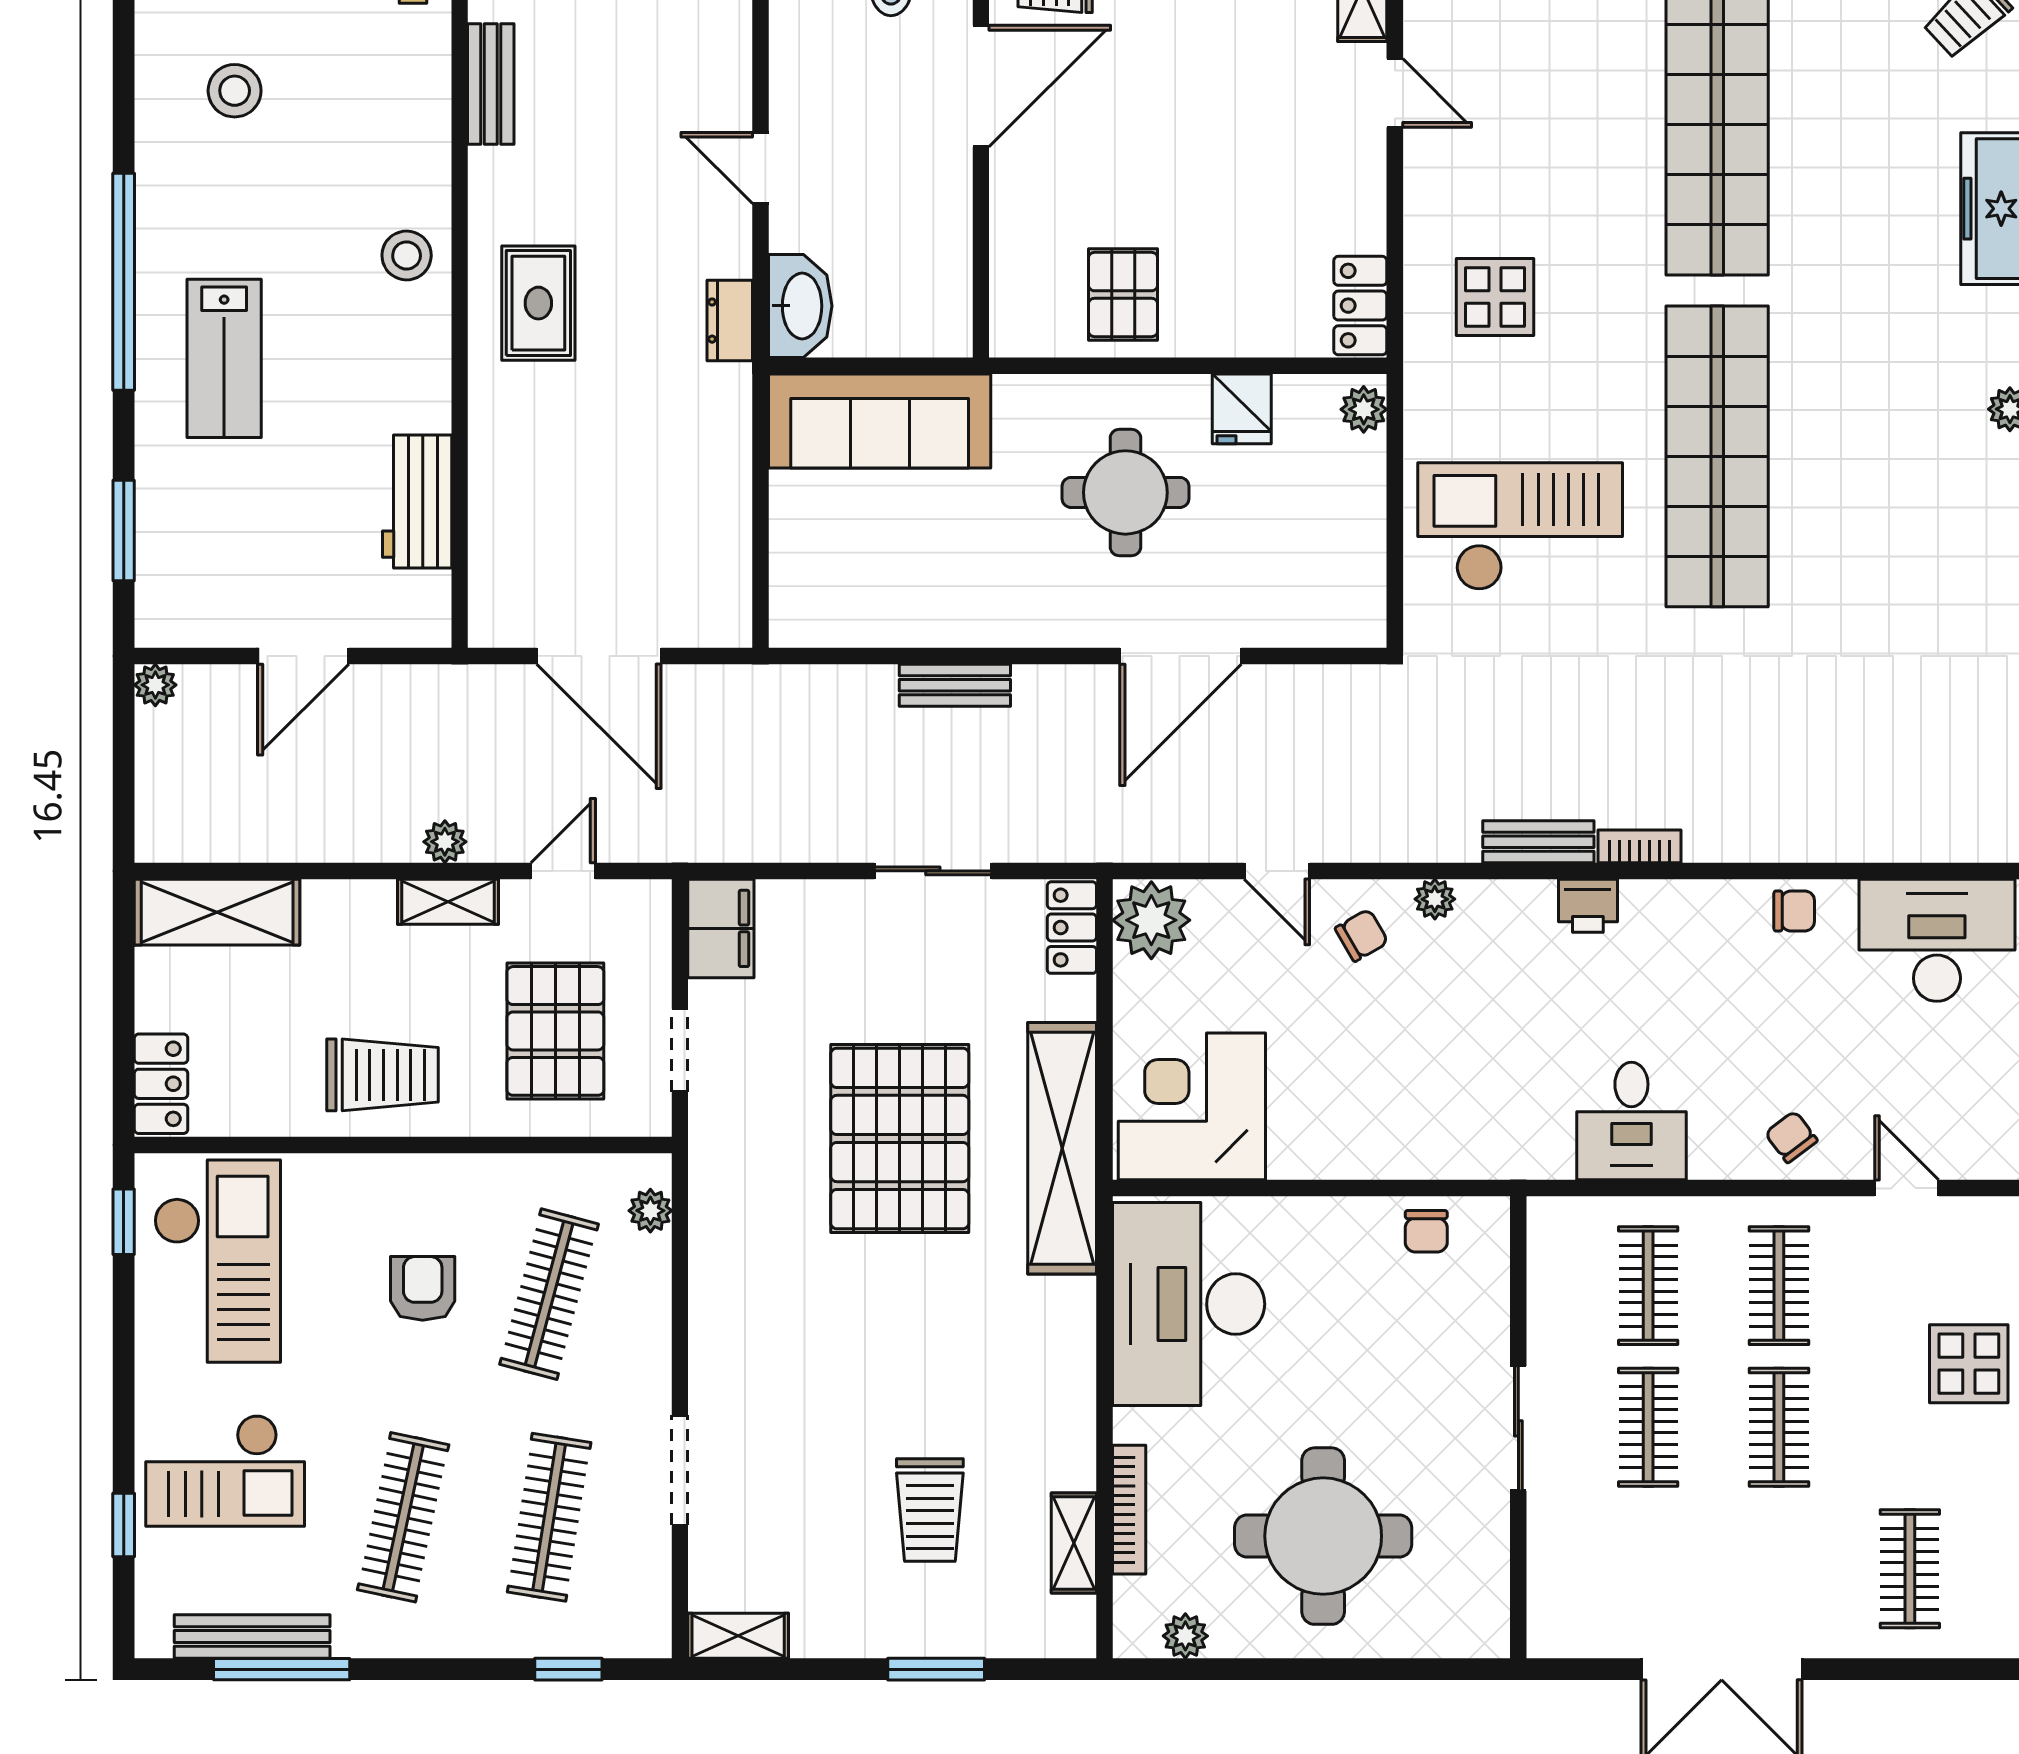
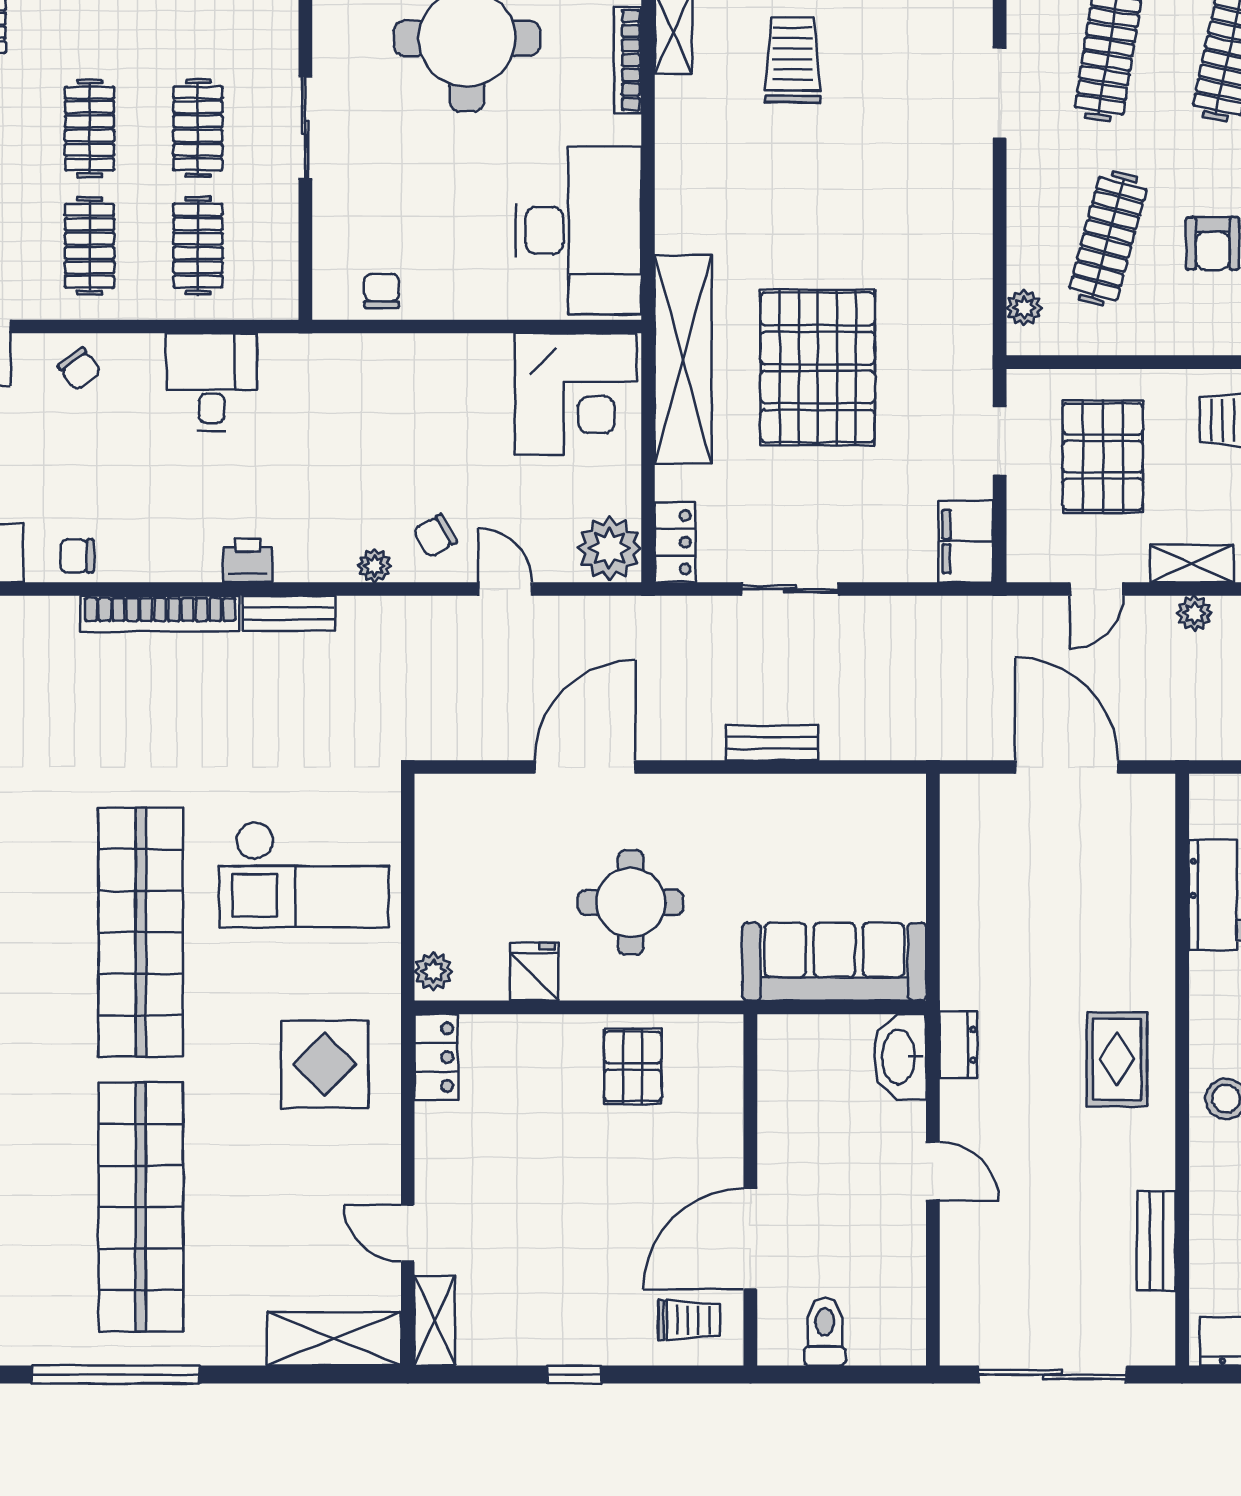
display table: (1495, 297) -> (325, 1064), width x1.36, depth x1.36
bookcase: (1640, 846) -> (160, 614), width x2.31, depth x1.31

